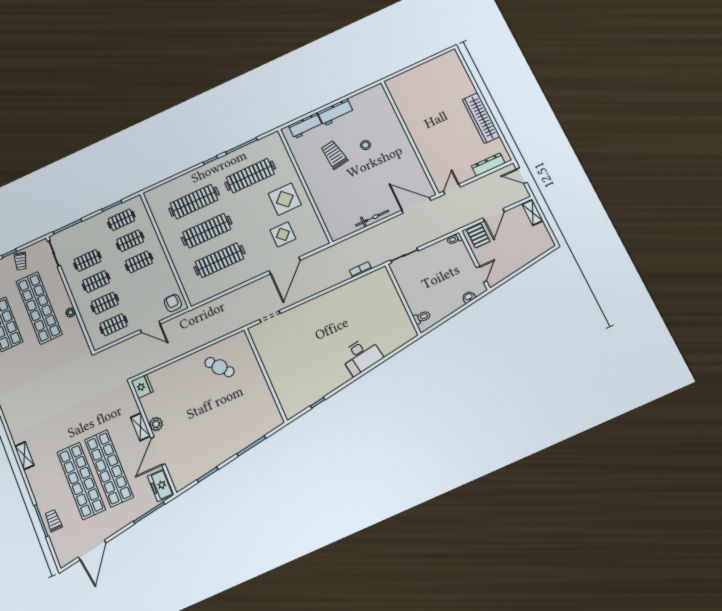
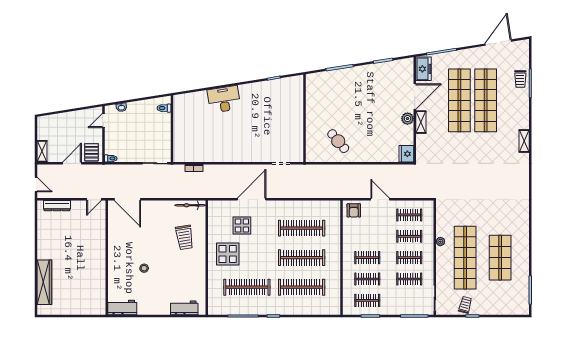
workbench: (335, 112) -> (122, 308), moved
wardrobe: (481, 118) -> (44, 282), moved
trolley: (334, 155) -> (184, 237), moved
bicycle: (372, 218) -> (190, 205), moved

